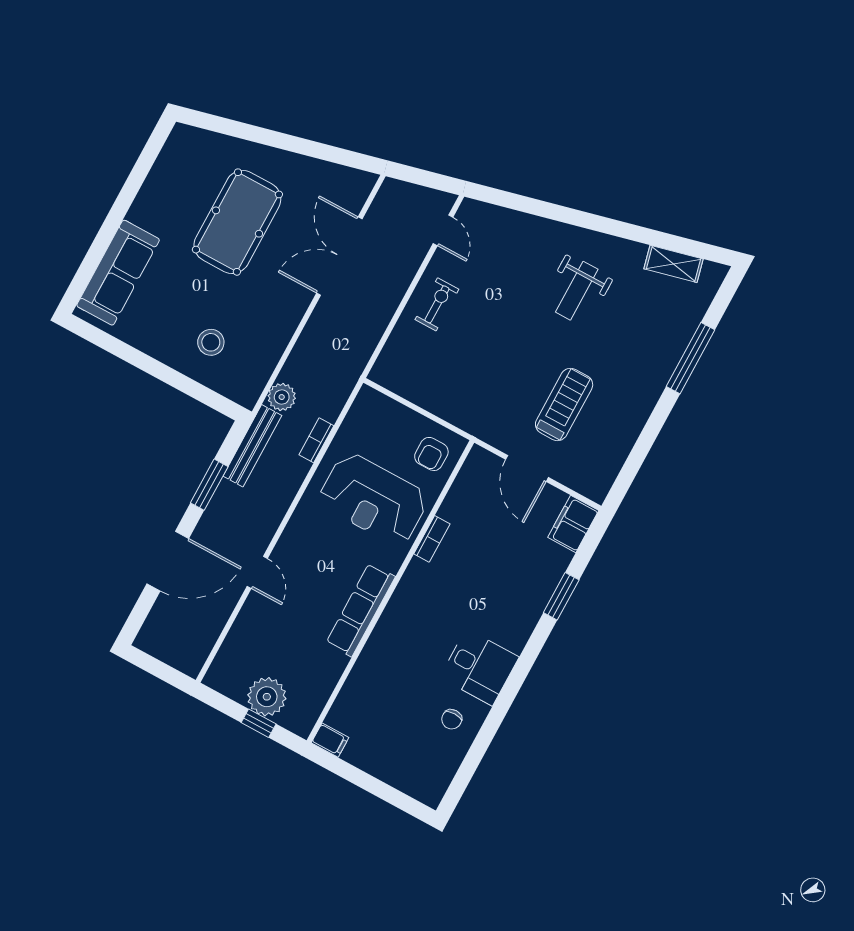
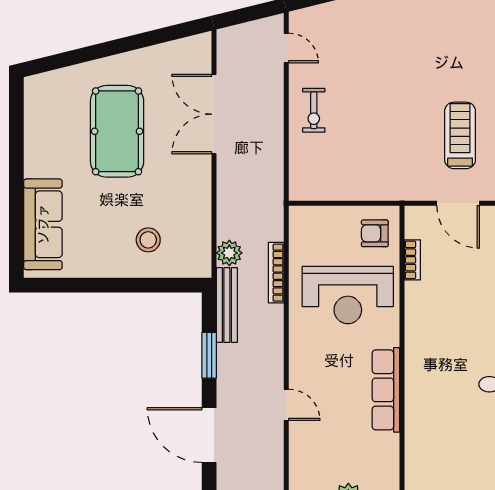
weight bench: (577, 291) -> (420, 38), removed
exercise bike: (437, 304) -> (314, 110), turned 180
bookcase: (316, 440) -> (276, 273), width x1.56
armchair: (431, 454) -> (375, 233), turned 90
bookcase: (432, 539) -> (412, 260), moved
door: (168, 561) -> (209, 435), swing flipped

